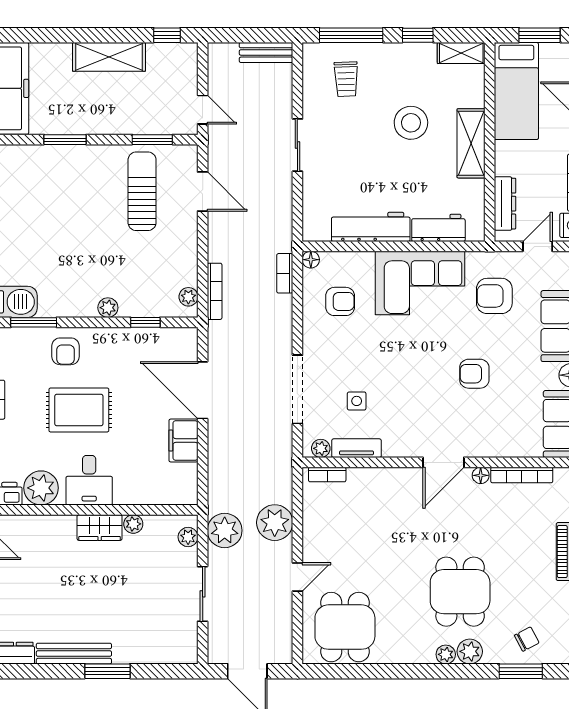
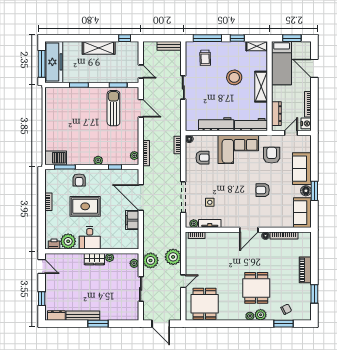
workbench: (438, 228) -> (251, 125), width x1.38
armchair: (494, 296) -> (272, 155), turned 90

